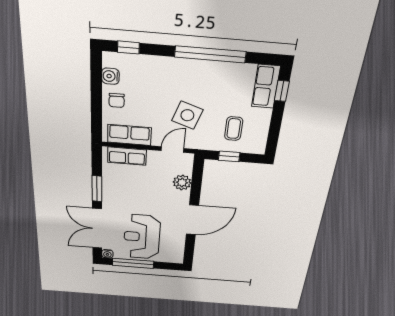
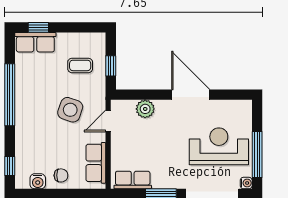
door: (173, 150) -> (108, 121), hinge flipped
row of seats: (127, 156) -> (133, 180), moved, turned -90
reception desk: (142, 237) -> (219, 146), turned 180

